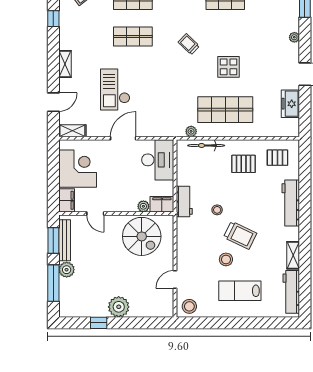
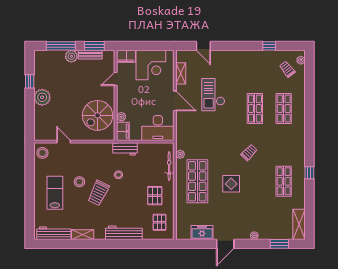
shelving: (65, 64) -> (233, 55), removed
checkout: (115, 90) -> (213, 95), turned -90
shelving: (72, 131) -> (181, 73), moved
bench: (65, 240) -> (90, 55), width x0.73

